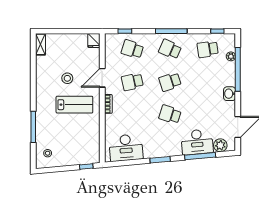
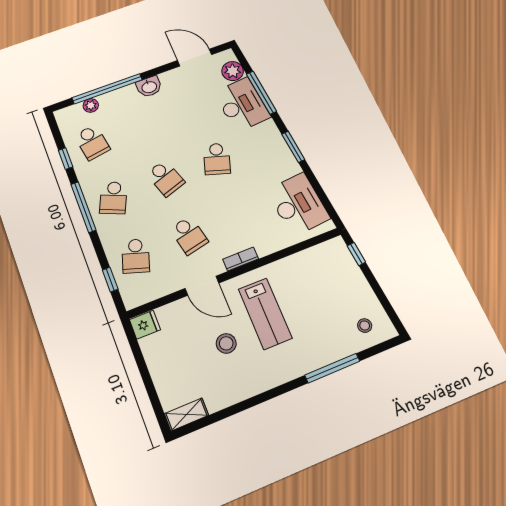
window: (217, 31) -> (66, 159), moved
lab bench: (74, 105) -> (265, 313), turned 180

